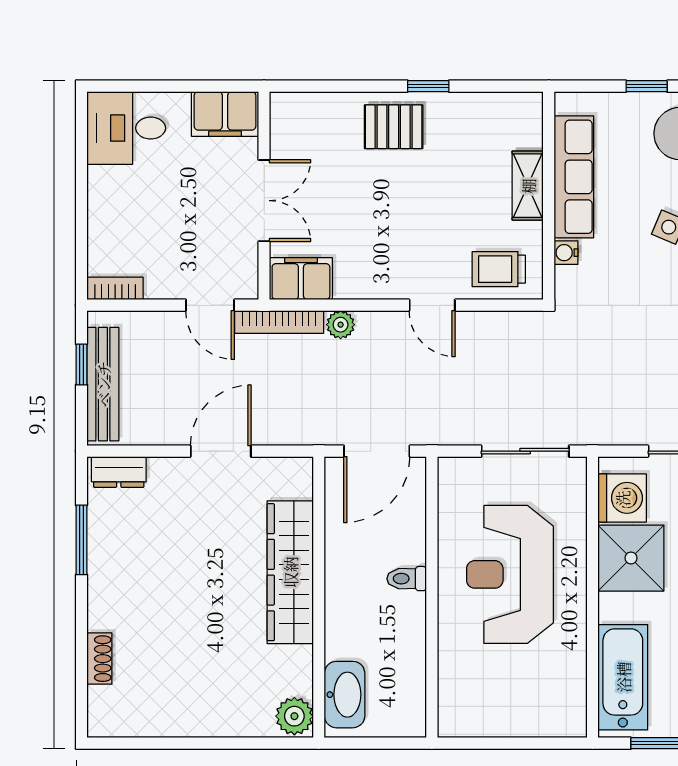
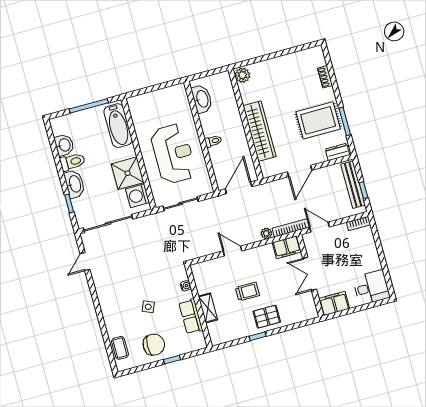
row of seats: (574, 177) -> (191, 316), width x0.68
trolley: (499, 269) -> (247, 292), moved
rug: (144, 560) -> (318, 120), added
washbasin: (345, 695) -> (202, 99), moved, turned 180

